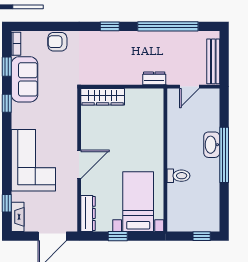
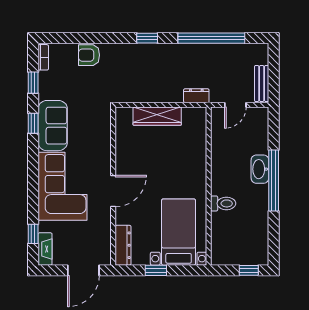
bench: (213, 61) -> (262, 84), width x0.73
sofa: (24, 79) -> (53, 126), moved
wardrobe: (103, 97) -> (157, 116), moved

